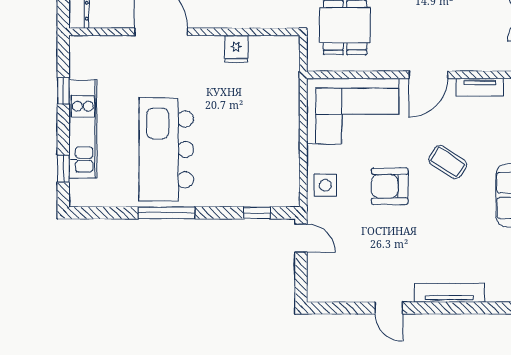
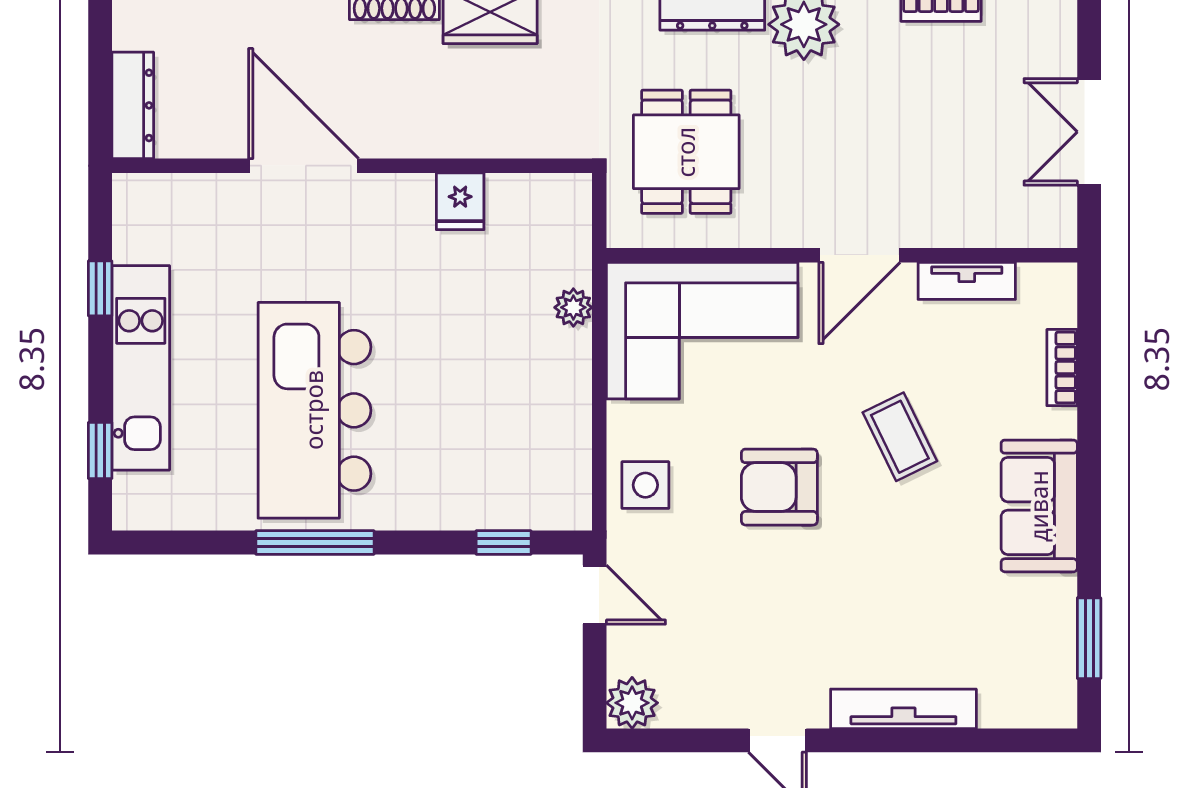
plant: (291, 100) -> (573, 307), added
coffee table: (448, 162) -> (900, 437), turned 31
plant: (319, 290) -> (632, 703), added

